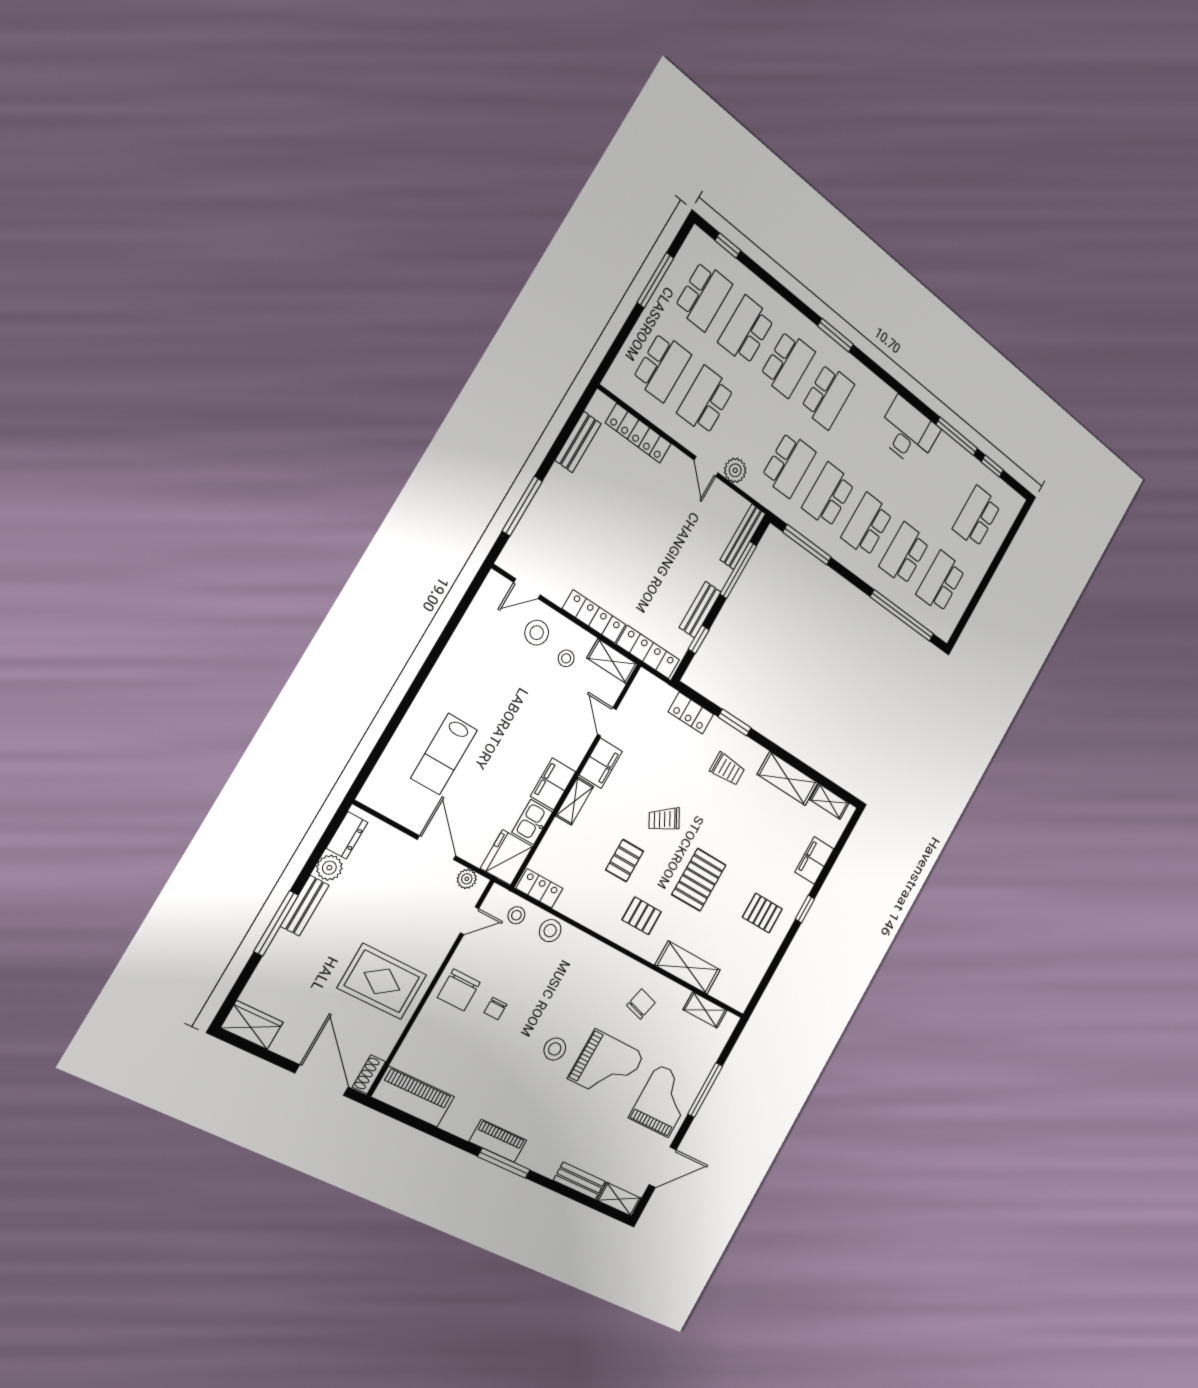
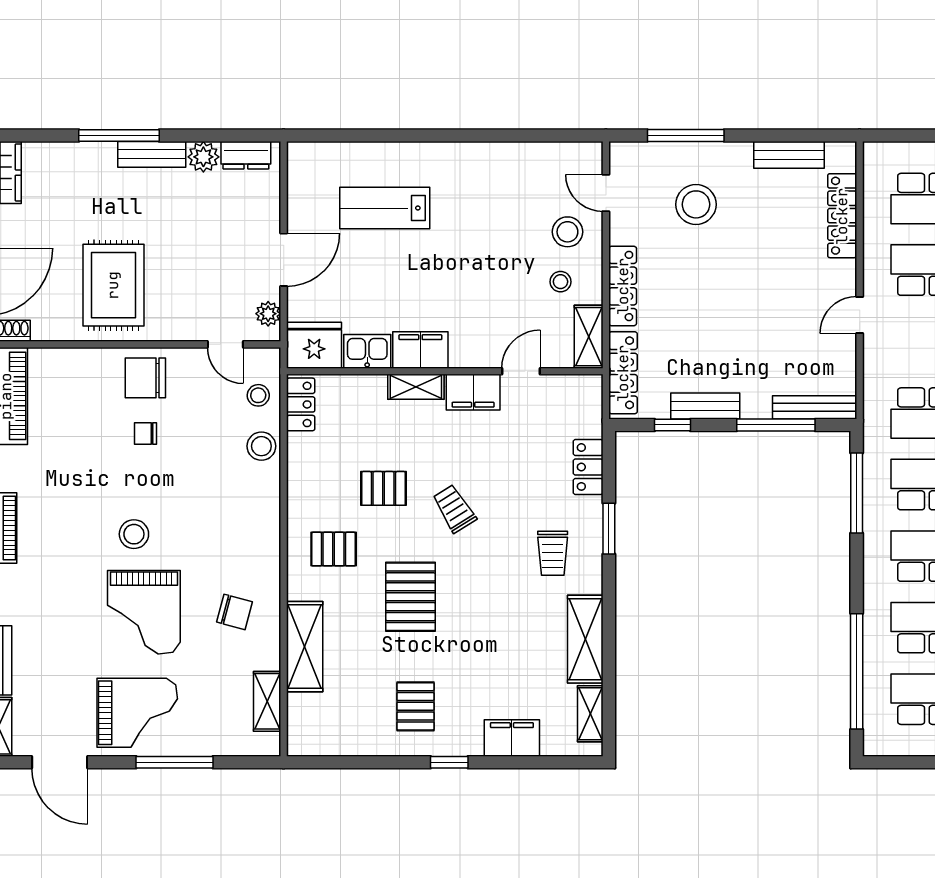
plant: (735, 470) -> (878, 352), removed
stool: (572, 530) -> (696, 204), added
pallet: (699, 880) -> (411, 597), turned 90
pallet: (642, 916) -> (334, 549), turned 90

